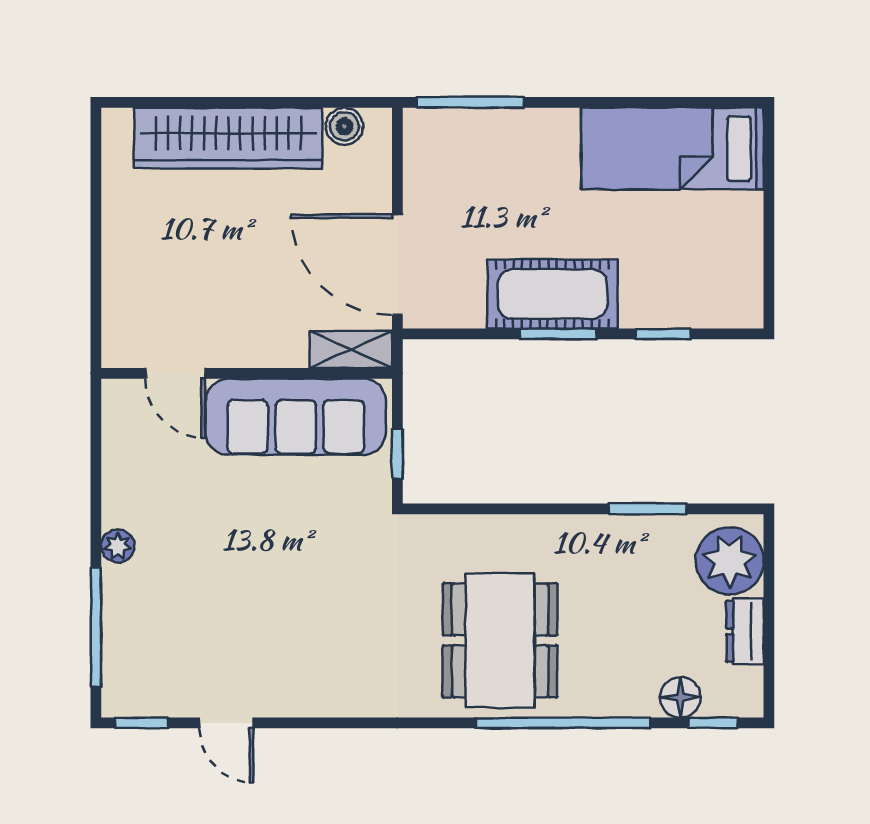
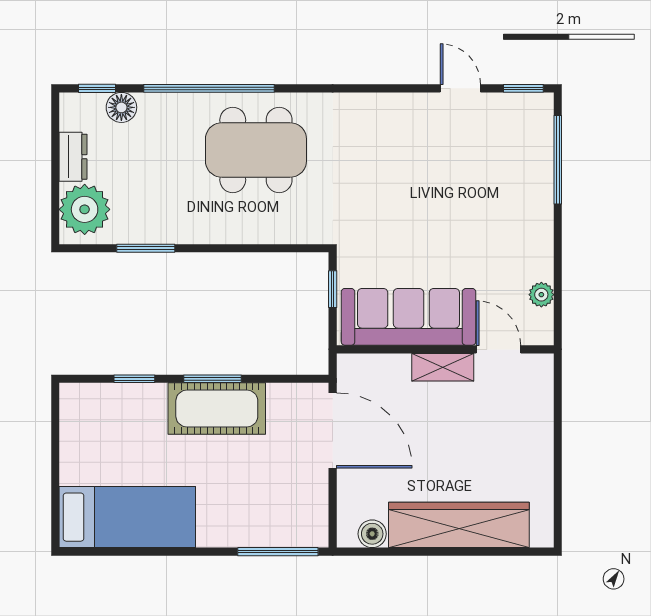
shelving: (351, 349) -> (443, 367), moved
plant: (118, 546) -> (541, 295), moved
dining table: (500, 640) -> (256, 150), turned 90

